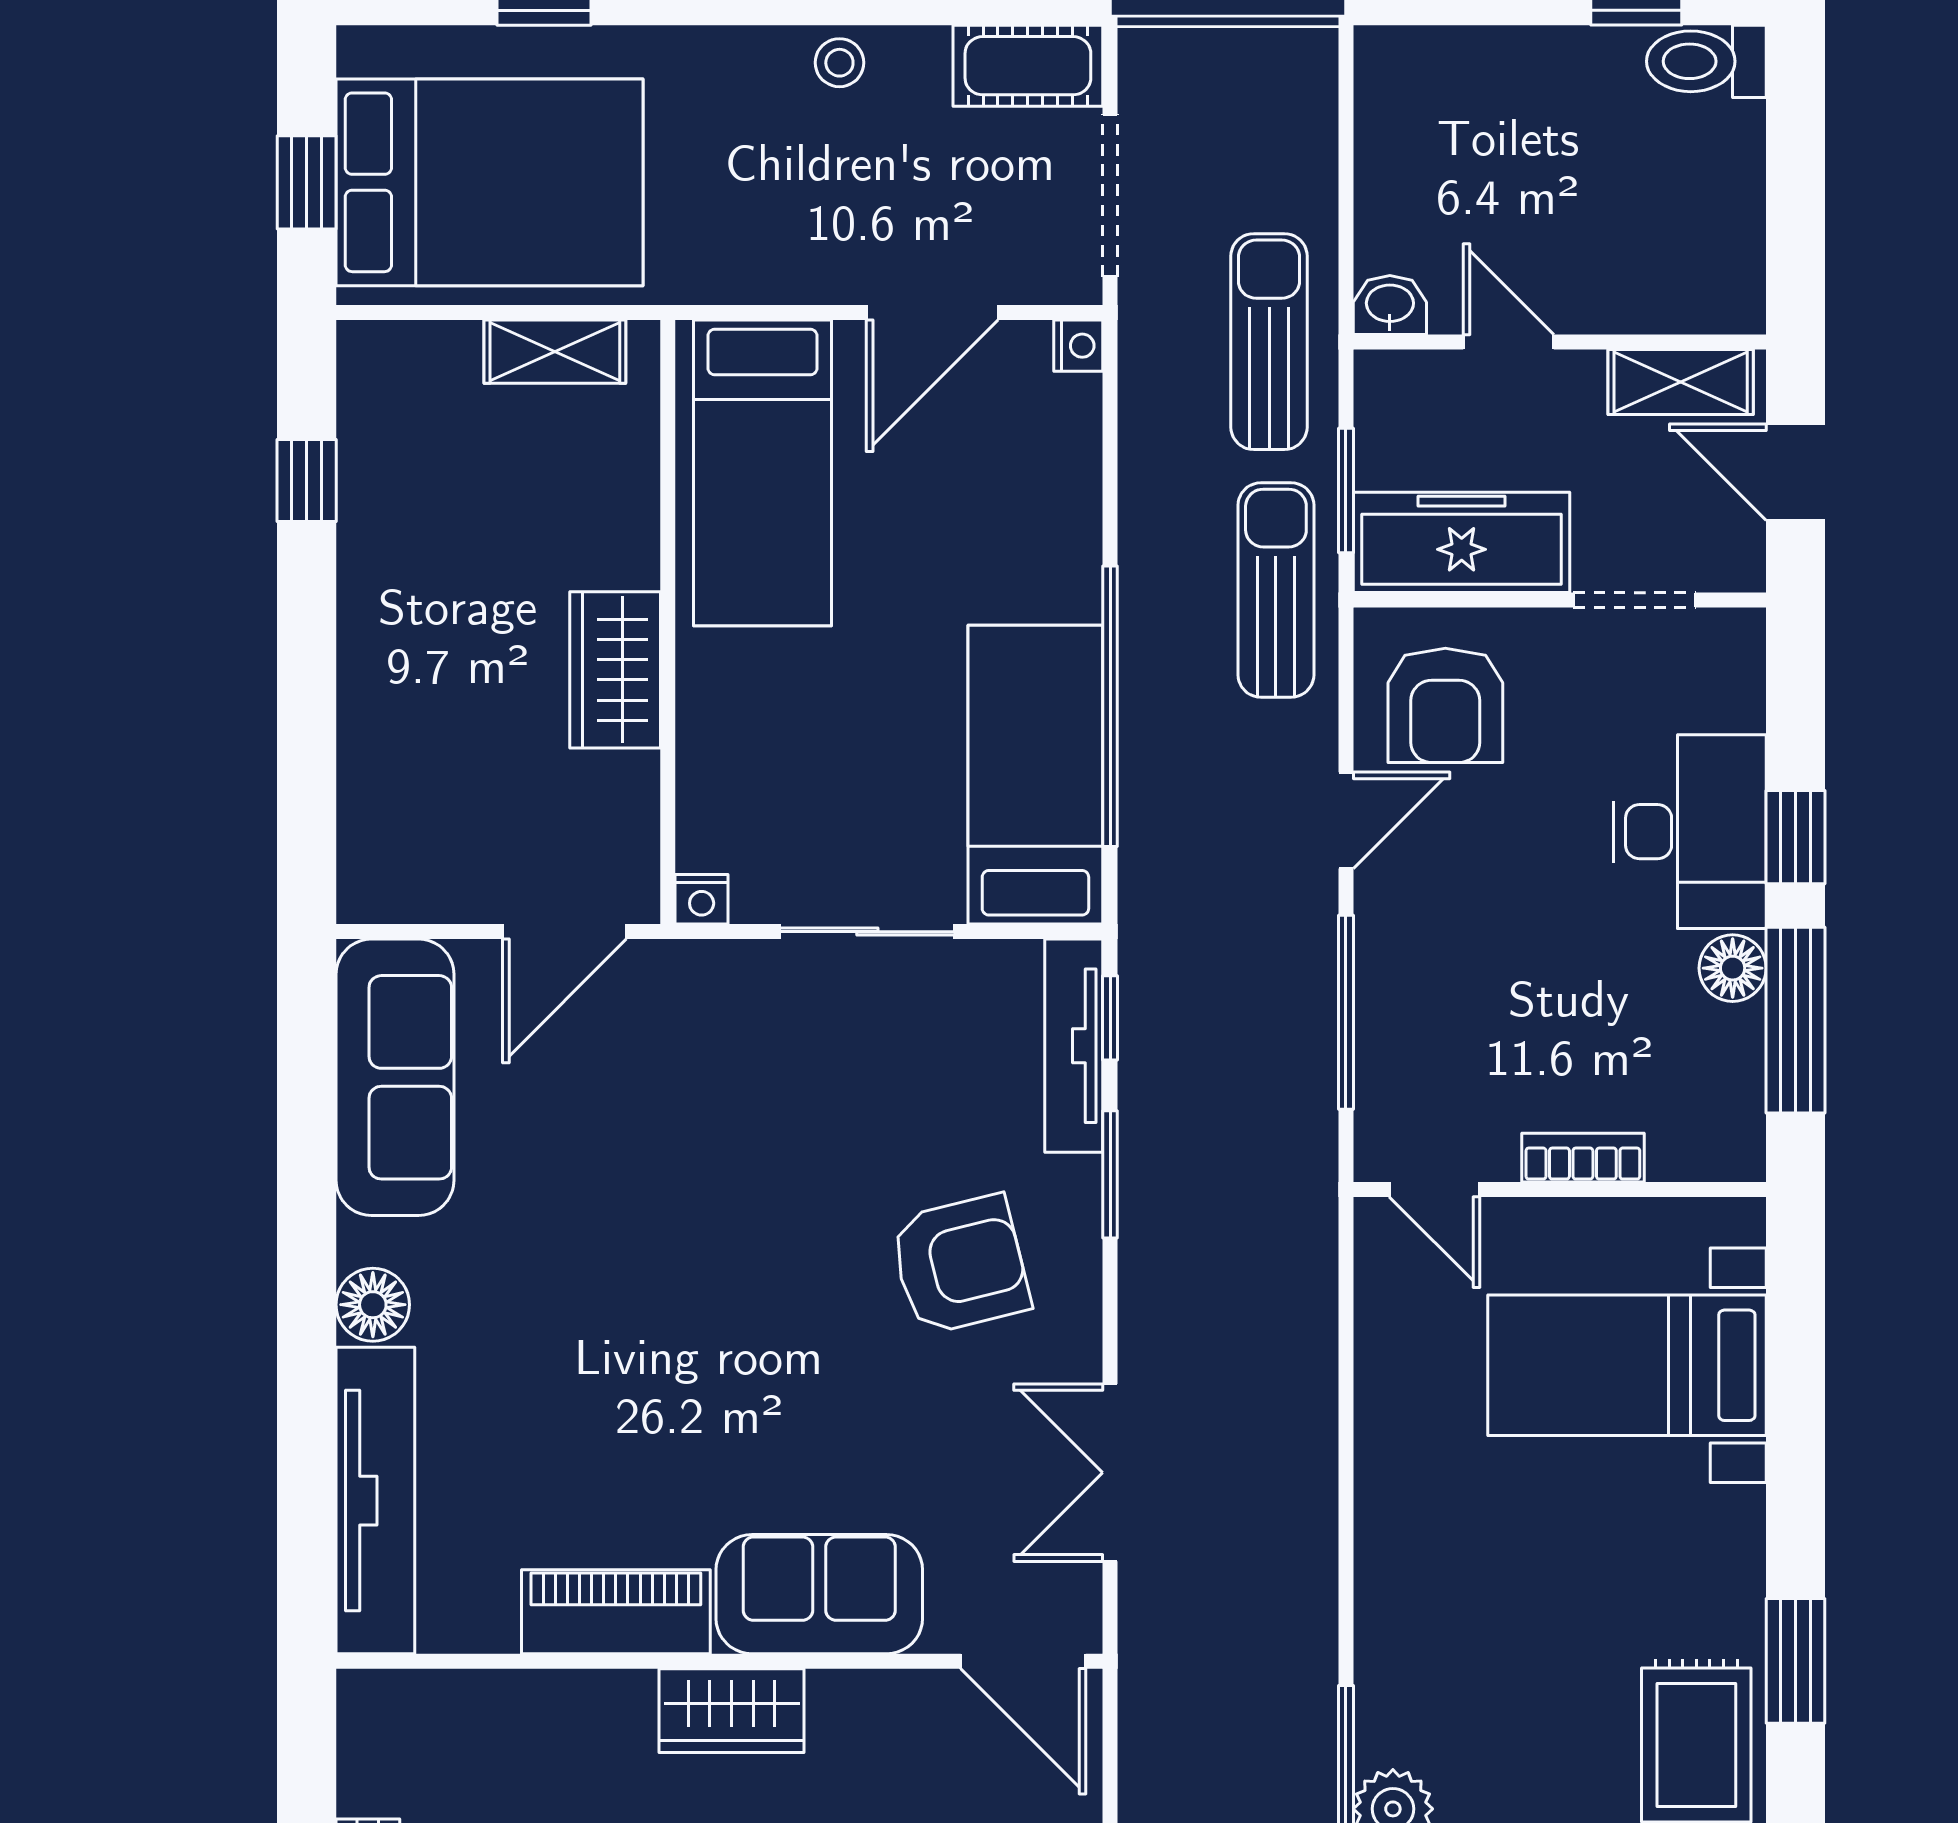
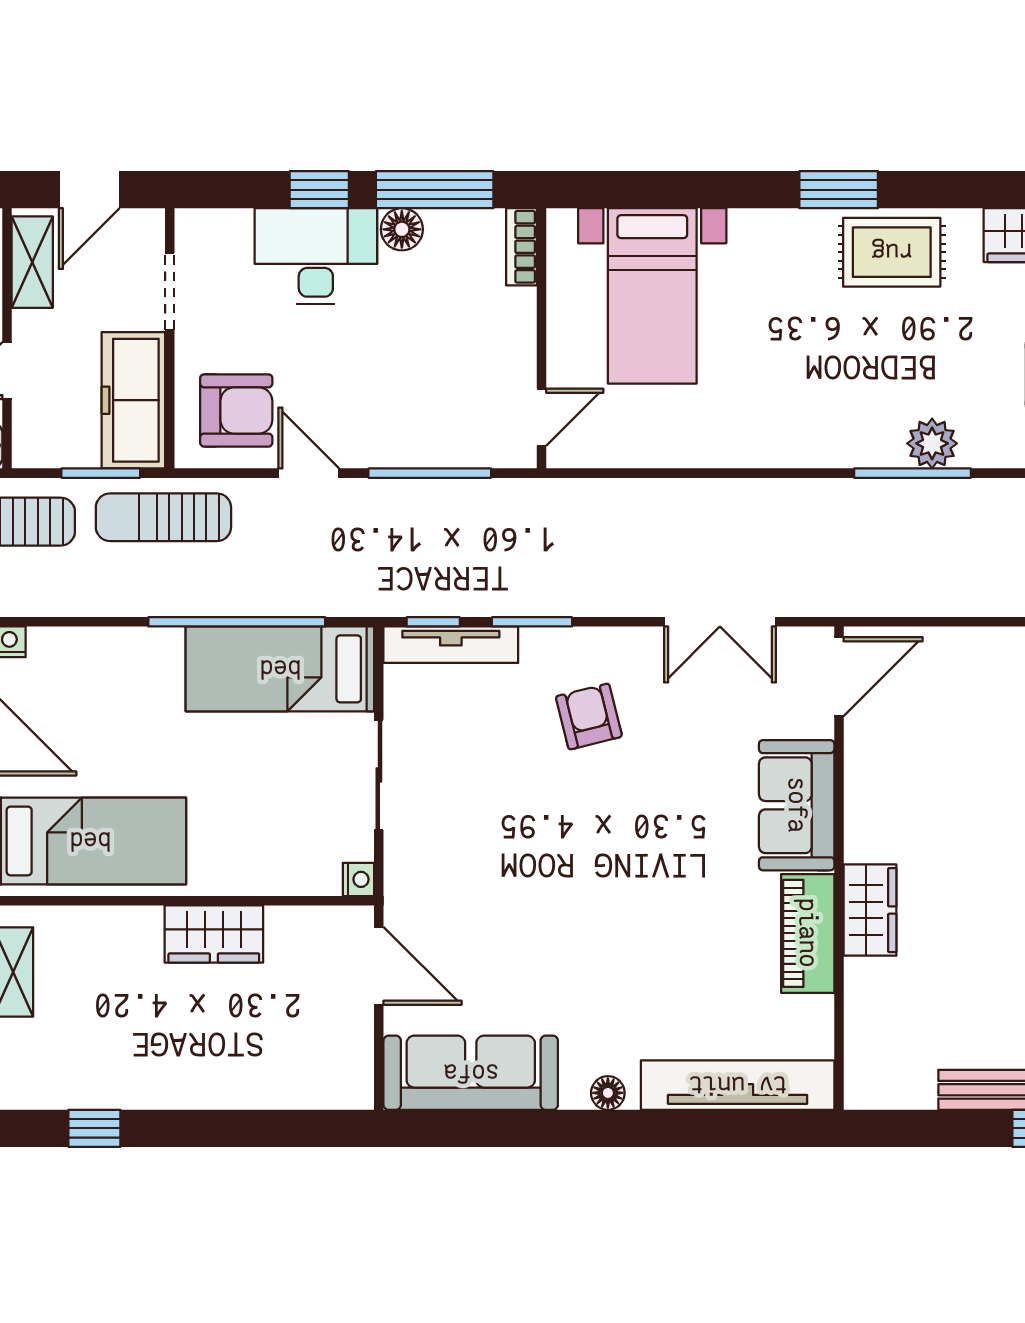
bookcase: (1583, 1158) -> (521, 247), moved
armchair: (960, 1265) -> (589, 717), width x0.72, depth x0.72
floor lamp: (373, 1305) -> (608, 1093), width x0.73, depth x0.73
wardrobe: (732, 1711) -> (870, 910), moved

